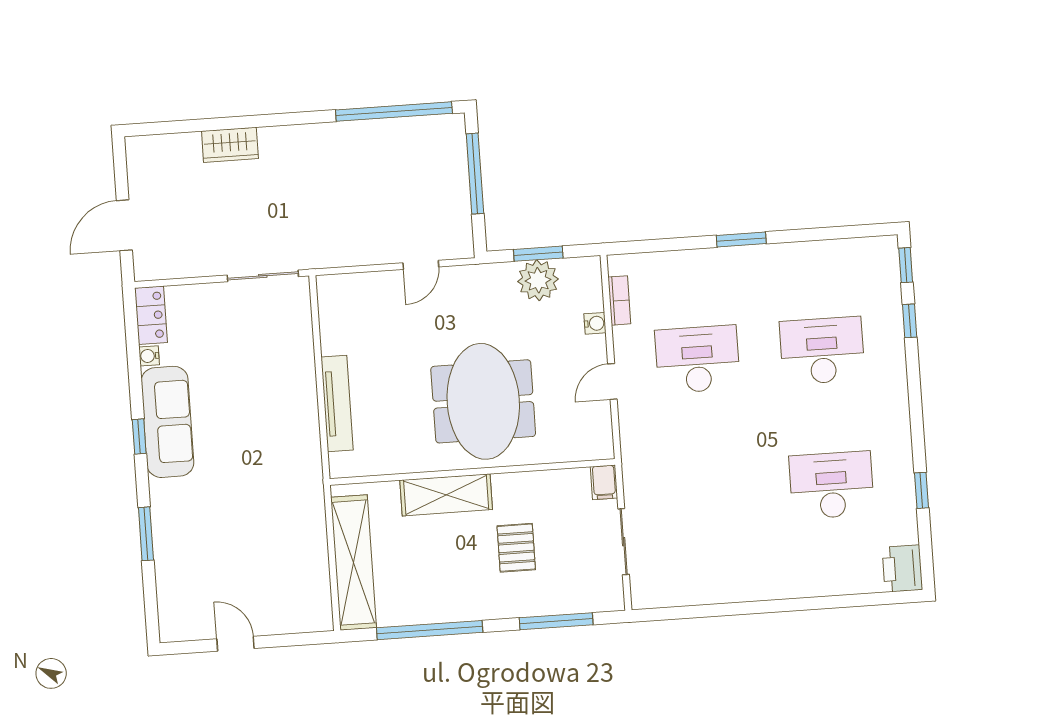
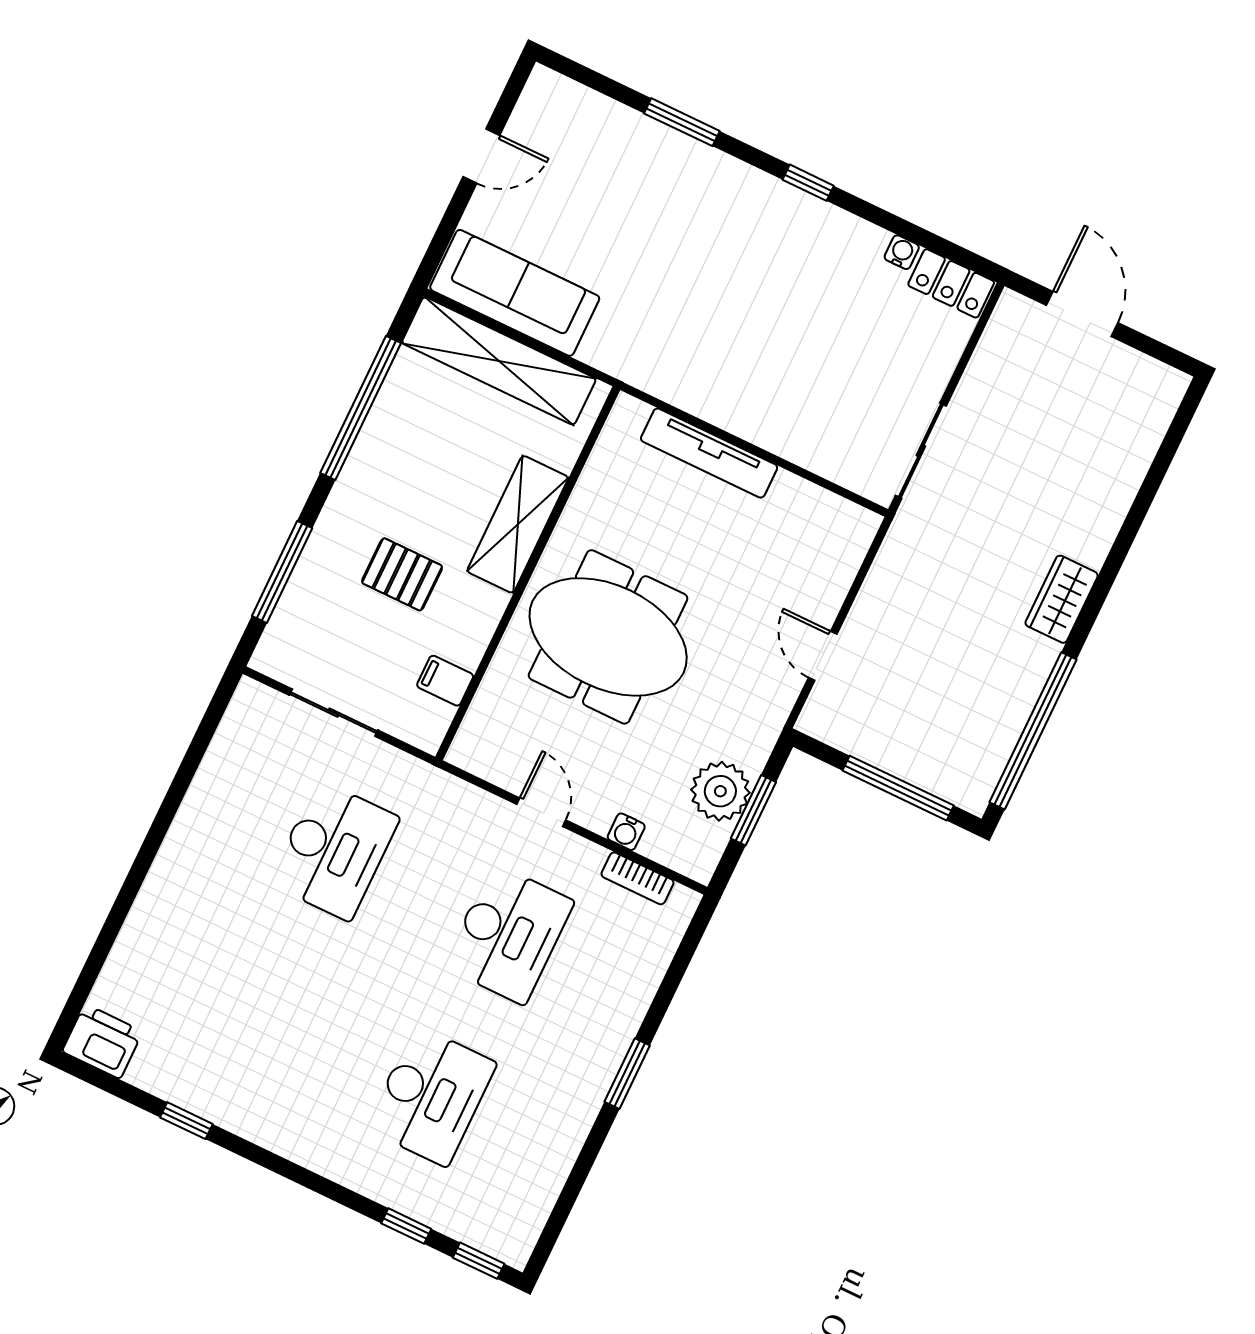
wardrobe: (230, 145) -> (1062, 599), moved
sofa: (167, 422) -> (515, 293), moved, turned 180
filing cabinet: (604, 482) -> (445, 681), moved
desk: (832, 485) -> (334, 850), moved

